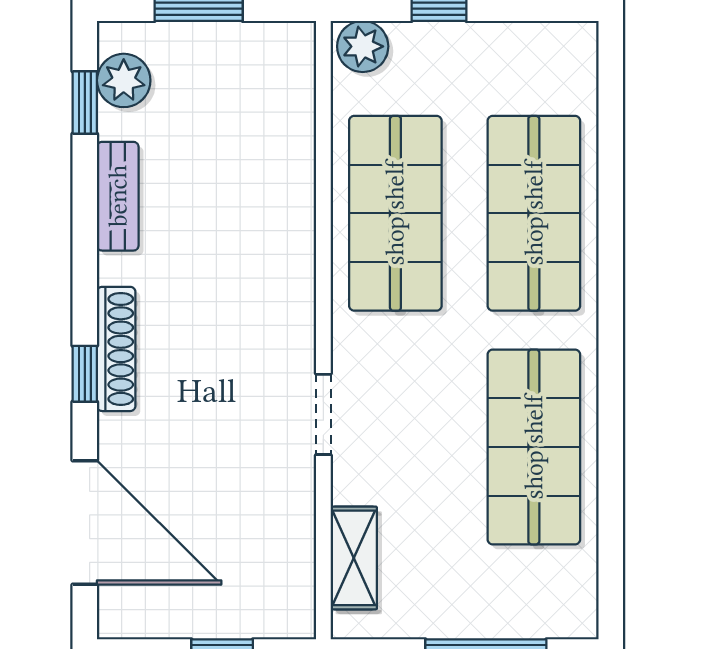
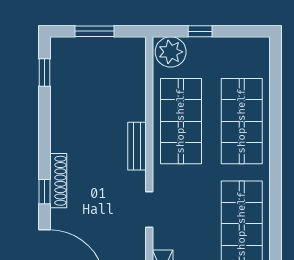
plant: (363, 46) -> (171, 52), width x1.36, depth x1.36
plant: (124, 80) -> (62, 63), removed
bench: (118, 196) -> (137, 146), moved

